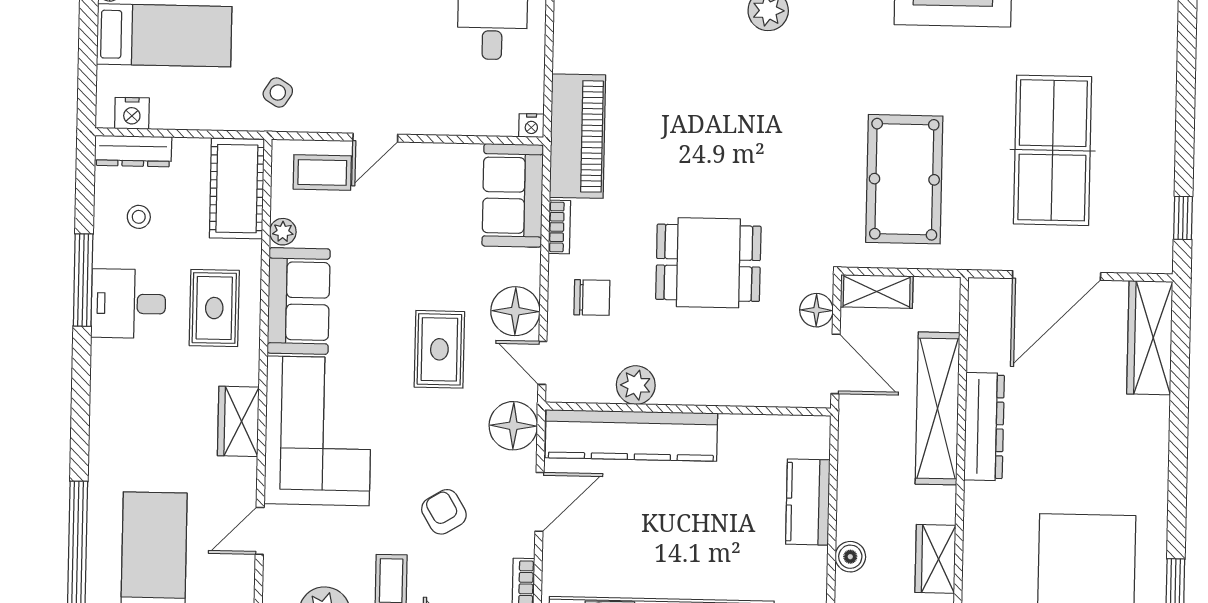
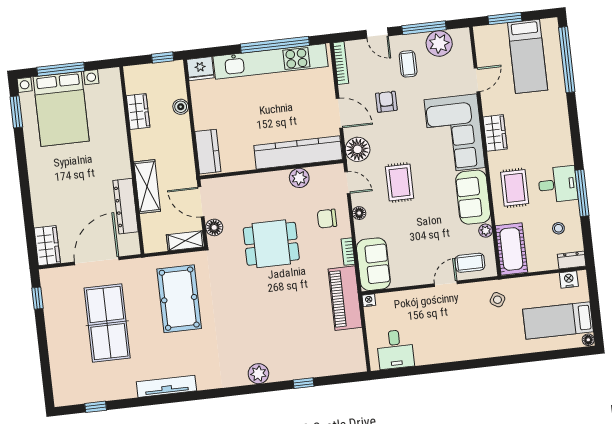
dresser: (133, 151) -> (572, 260), width x0.70
floor lamp: (515, 311) -> (359, 213), width x0.53, depth x0.53
wardrobe: (1150, 338) -> (47, 246), width x0.67
shelving: (937, 408) -> (147, 187), width x0.68
dresser: (984, 427) -> (126, 206), moved
door: (539, 502) -> (339, 113), swing flipped
kitchen counter: (808, 502) -> (208, 152), moved
armchair: (444, 512) -> (386, 102), turned -149

